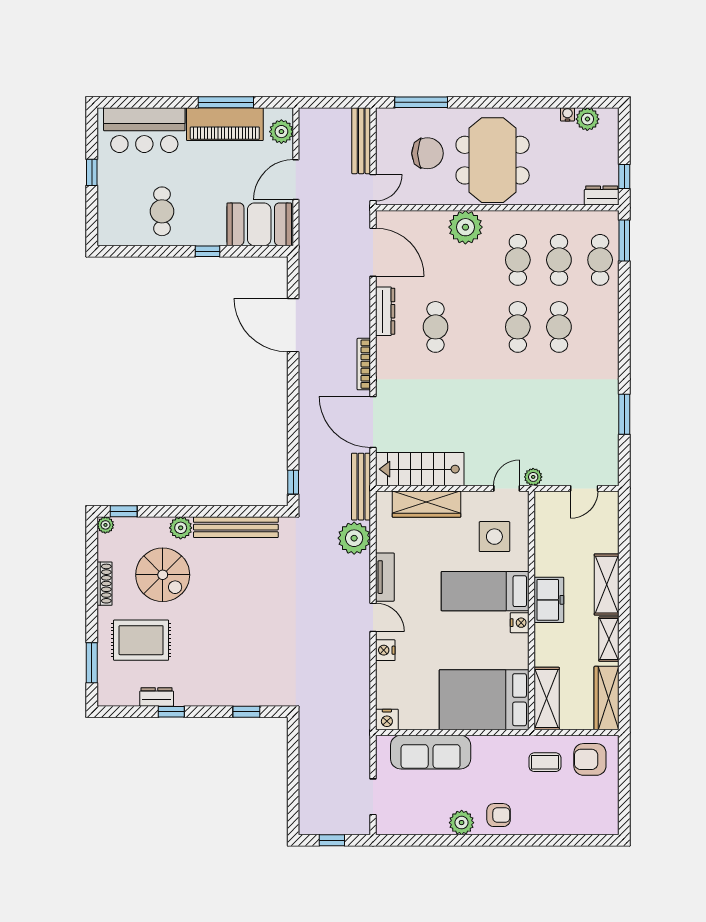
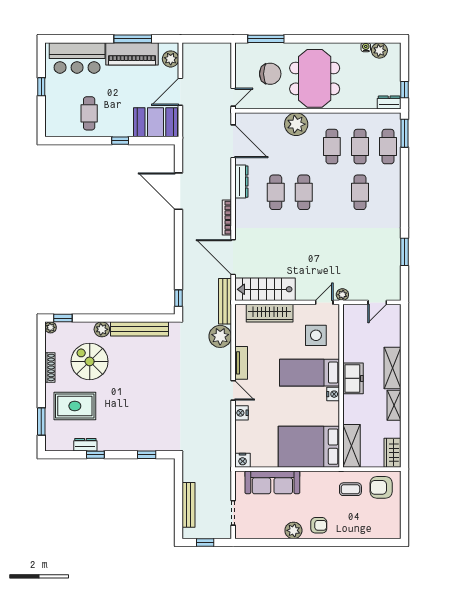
bench: (361, 141) -> (189, 505), moved
cafe table: (518, 327) -> (304, 192), moved
spiral stairs: (163, 575) -> (90, 361), turned 180
wardrobe: (607, 698) -> (392, 453), width x0.67

